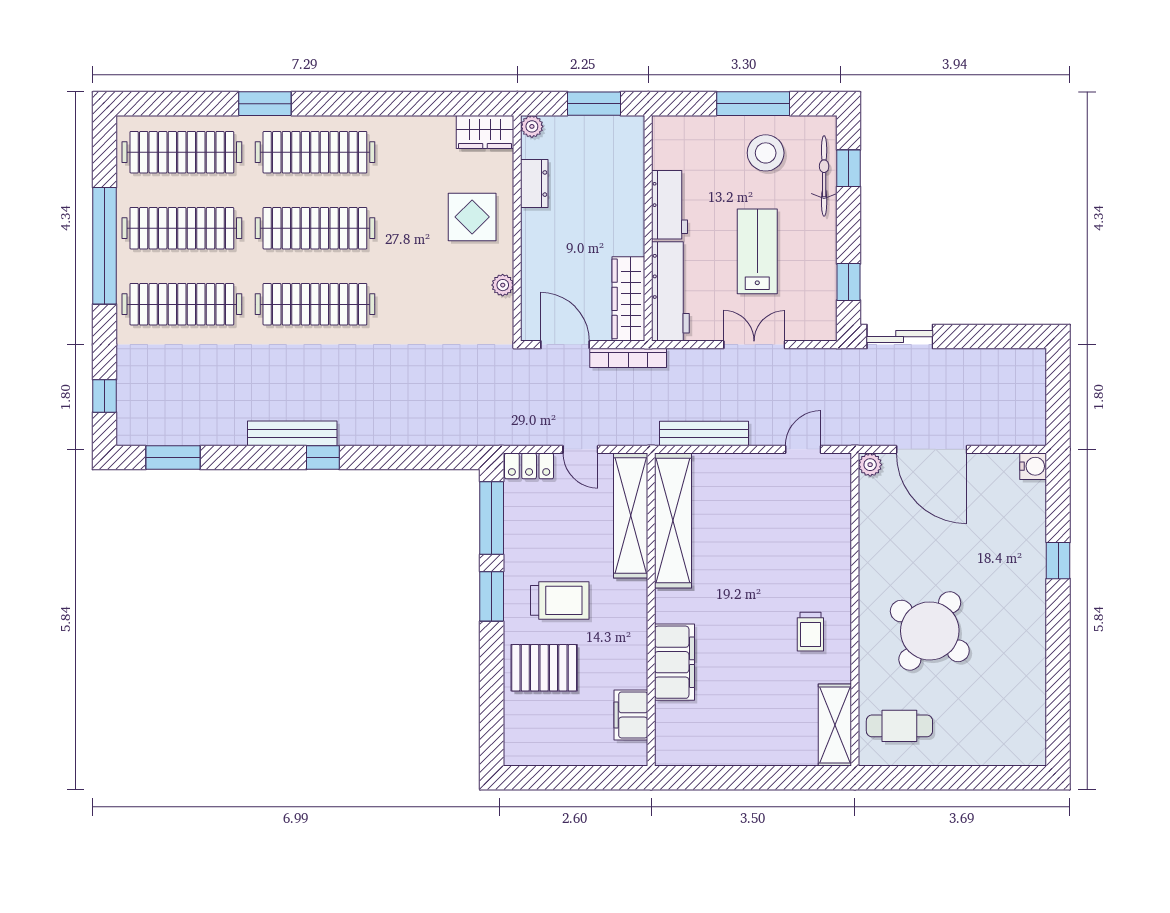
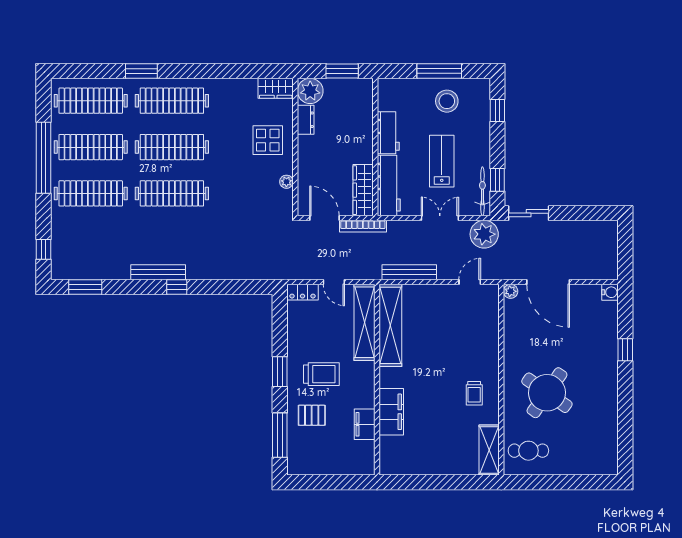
plant: (532, 126) -> (310, 91), width x1.88, depth x1.88
bicycle: (824, 176) -> (482, 191), moved
plant: (827, 371) -> (484, 234), added
window: (492, 518) -> (280, 435), moved
pallet: (544, 668) -> (312, 415), width x0.67, depth x0.71
filing cabinet: (631, 715) -> (365, 424), moved

